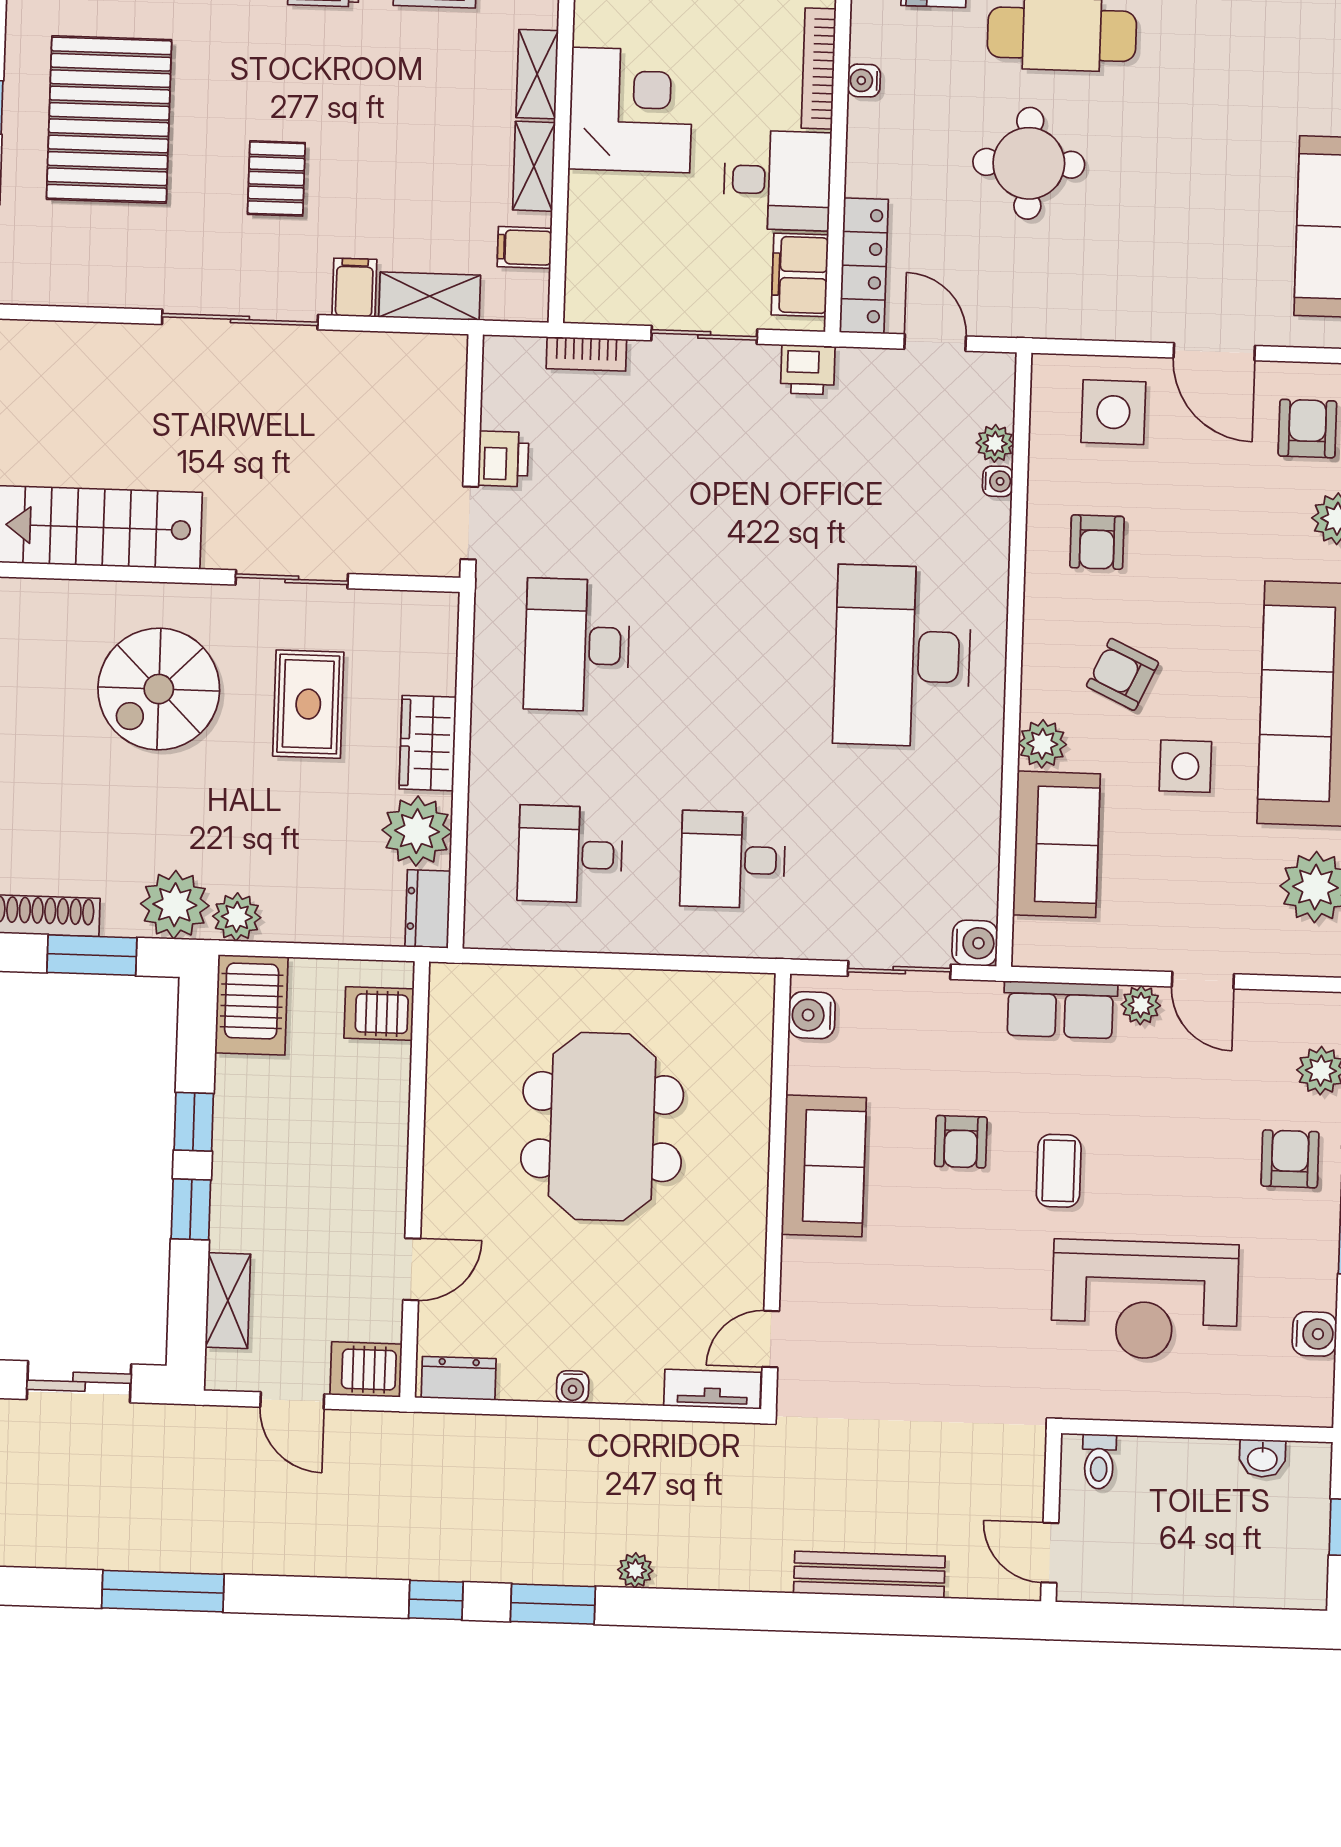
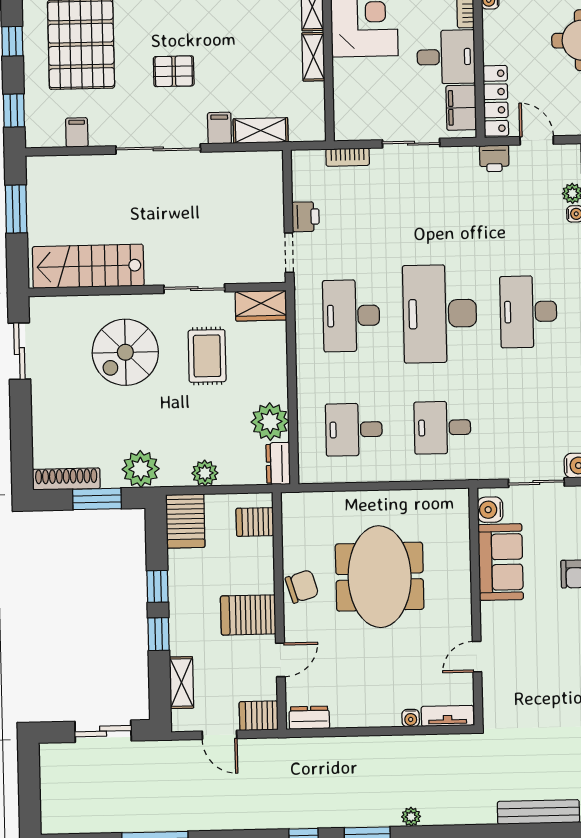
pallet: (276, 178) -> (174, 71), turned 90
filing cabinet: (524, 247) -> (77, 132), moved, turned 90
printer: (808, 370) -> (494, 158), moved
desk: (740, 650) -> (440, 314), added
desk: (902, 656) -> (528, 312), width x0.73, depth x0.77
wardrobe: (428, 743) -> (261, 306), moved, turned -90
plant: (237, 917) -> (205, 473), moved
chair: (459, 1137) -> (302, 586), added
sofa: (824, 1166) -> (501, 562), moved
server rack: (357, 1183) -> (248, 615), added
door: (771, 1339) -> (477, 657), moved
water cooler: (573, 1387) -> (411, 718), moved

